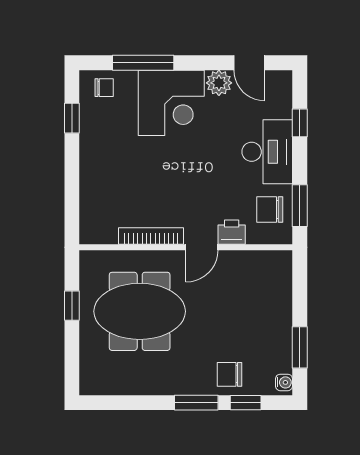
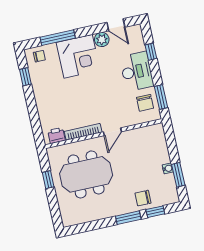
chair: (270, 210) -> (145, 103), turned -90
printer: (232, 232) -> (56, 135), moved
water cooler: (284, 382) -> (168, 168), moved

